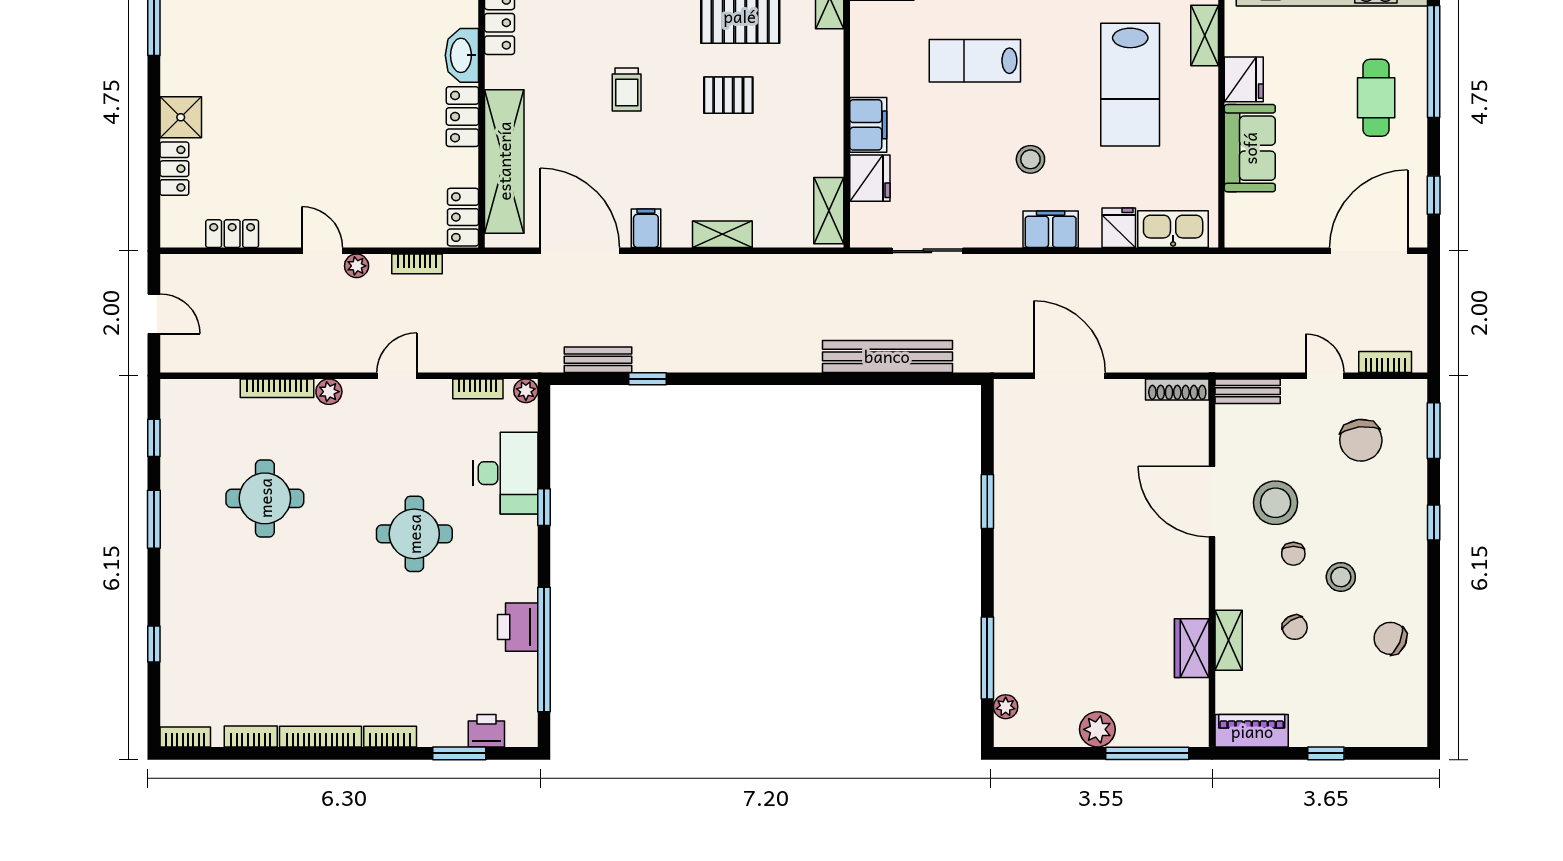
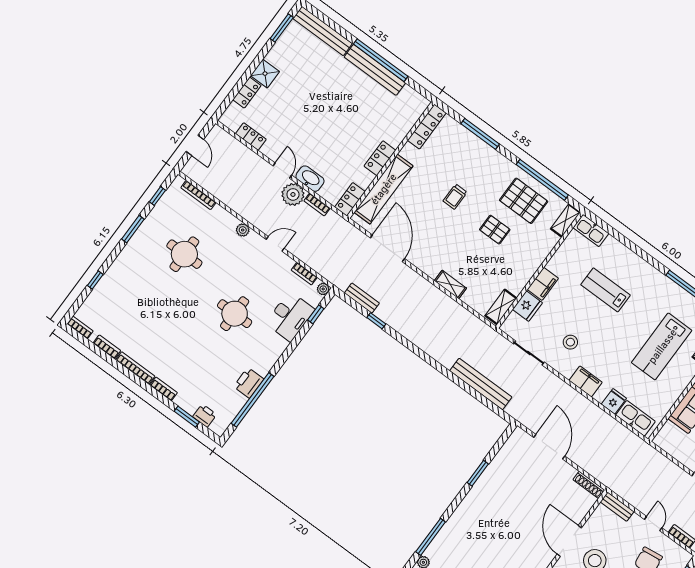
washbasin: (462, 55) -> (310, 179), moved, turned 90
stool: (1030, 159) -> (570, 342), moved
filing cabinet: (646, 228) -> (421, 259), removed
plant: (357, 266) -> (293, 194), width x1.88, depth x1.88
bookcase: (277, 388) -> (198, 195), moved
window: (544, 507) -> (316, 314), moved

